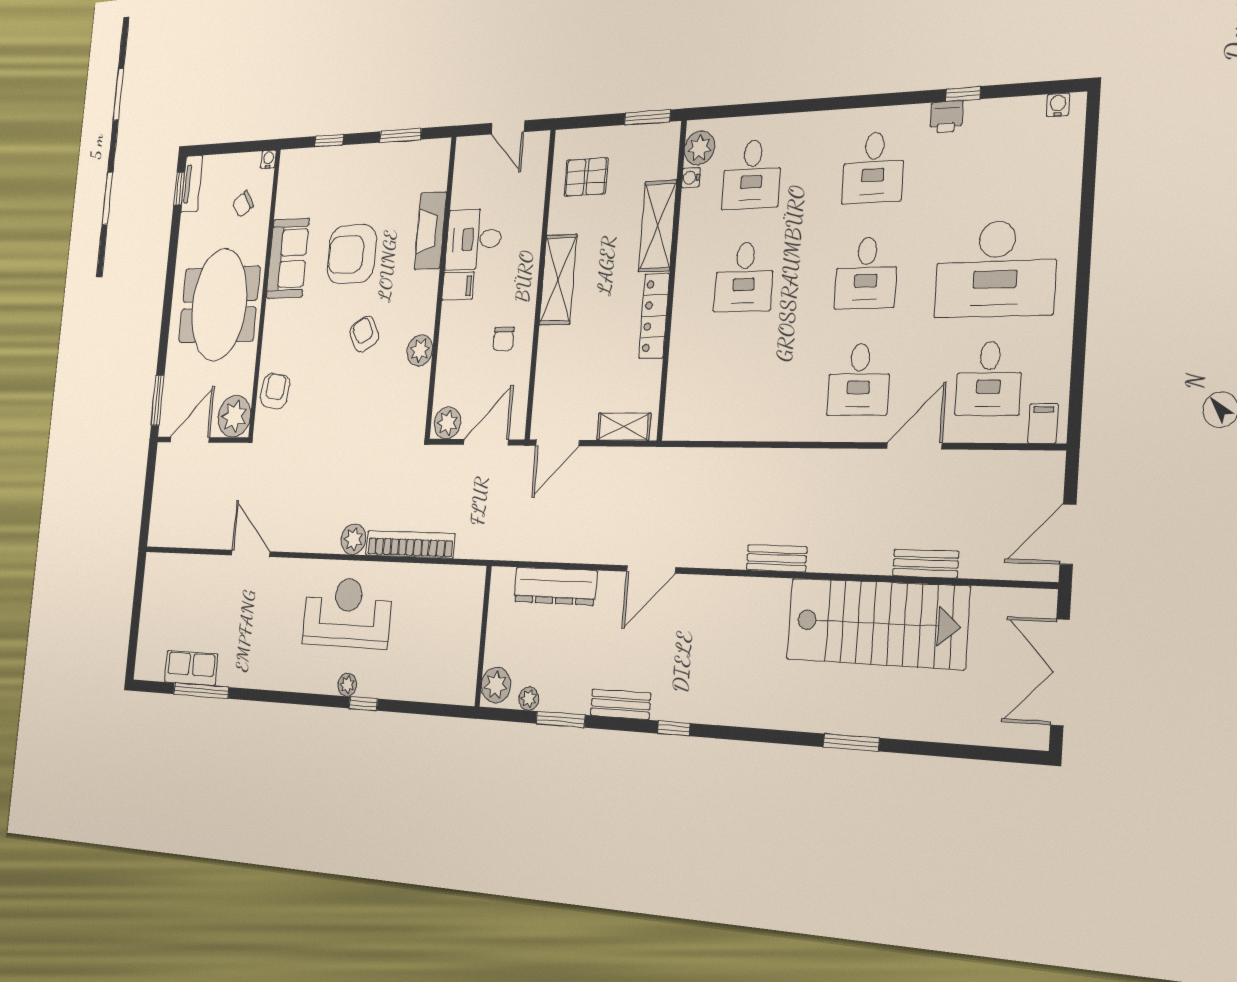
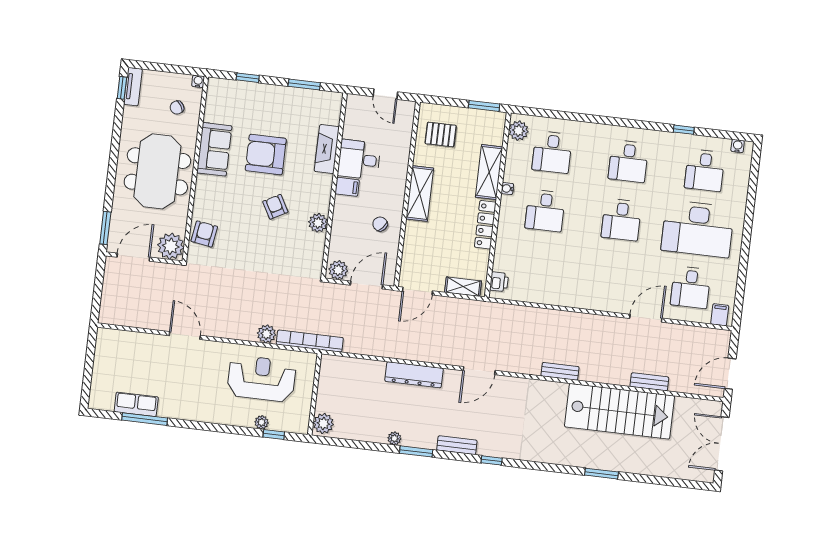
printer: (946, 117) -> (499, 282), moved, turned -90
water cooler: (691, 178) -> (507, 189), moved
chair: (504, 339) -> (380, 224), turned 132
desk: (859, 380) -> (705, 170), moved
wall: (483, 636) -> (315, 394), moved
plant: (496, 685) -> (323, 424), moved

